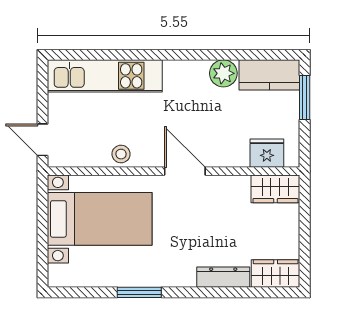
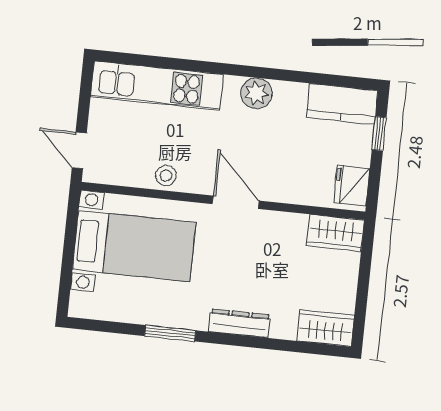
plant: (223, 73) -> (256, 93), moved
window: (305, 98) -> (379, 134), width x0.67
fridge: (267, 153) -> (352, 186), moved, turned -90
dresser: (223, 277) -> (239, 323), moved

